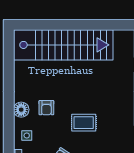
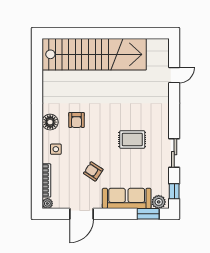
rug: (84, 123) -> (132, 139), moved

